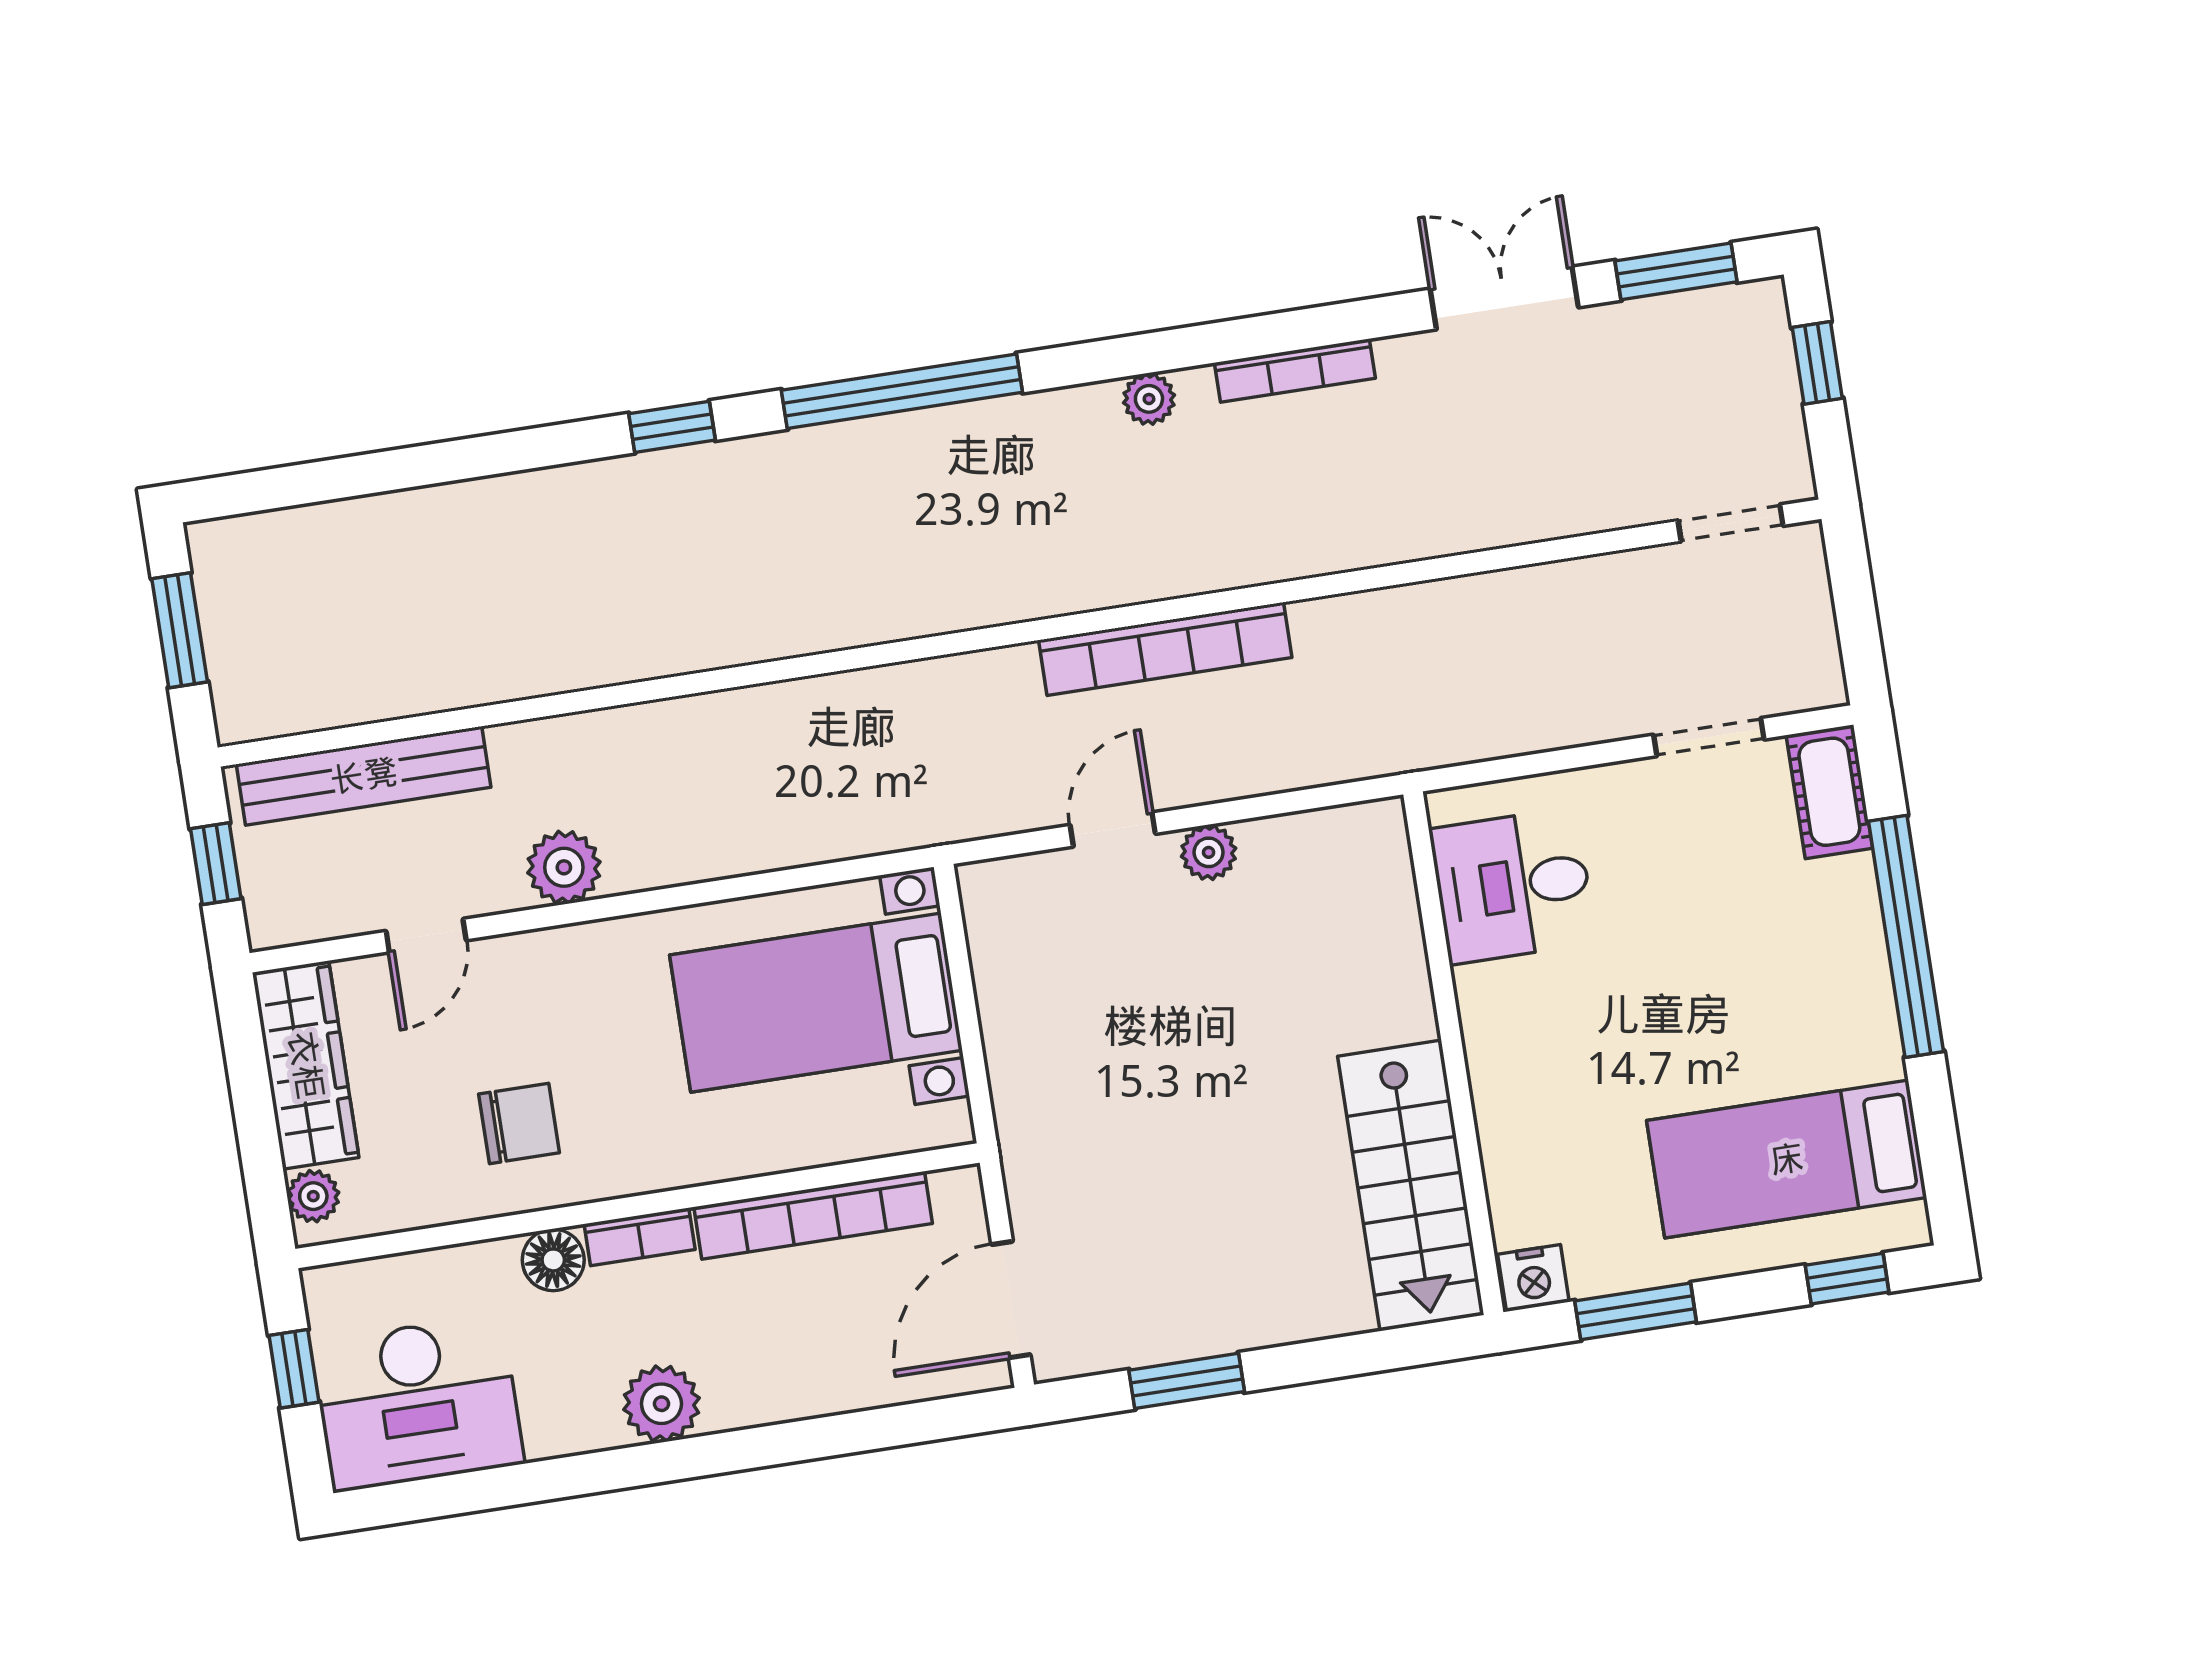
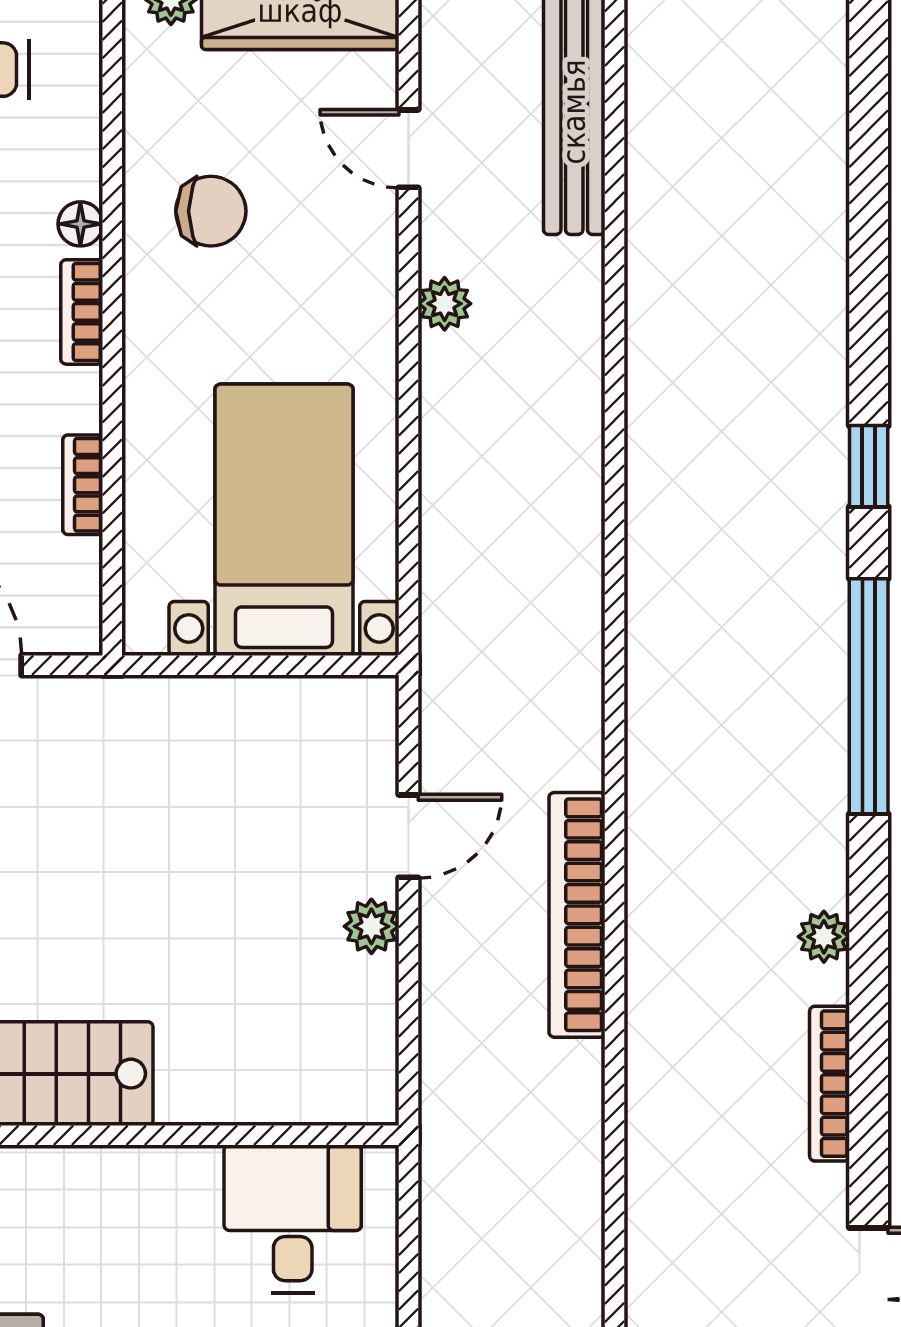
door: (1113, 829) -> (408, 836), hinge flipped
plant: (564, 867) -> (445, 304), width x0.73, depth x0.73
chair: (519, 1123) -> (211, 211), turned -90
bookcase: (813, 1215) -> (83, 485), width x0.43, depth x0.76
floor lamp: (553, 1260) -> (80, 224), width x0.73, depth x0.73

